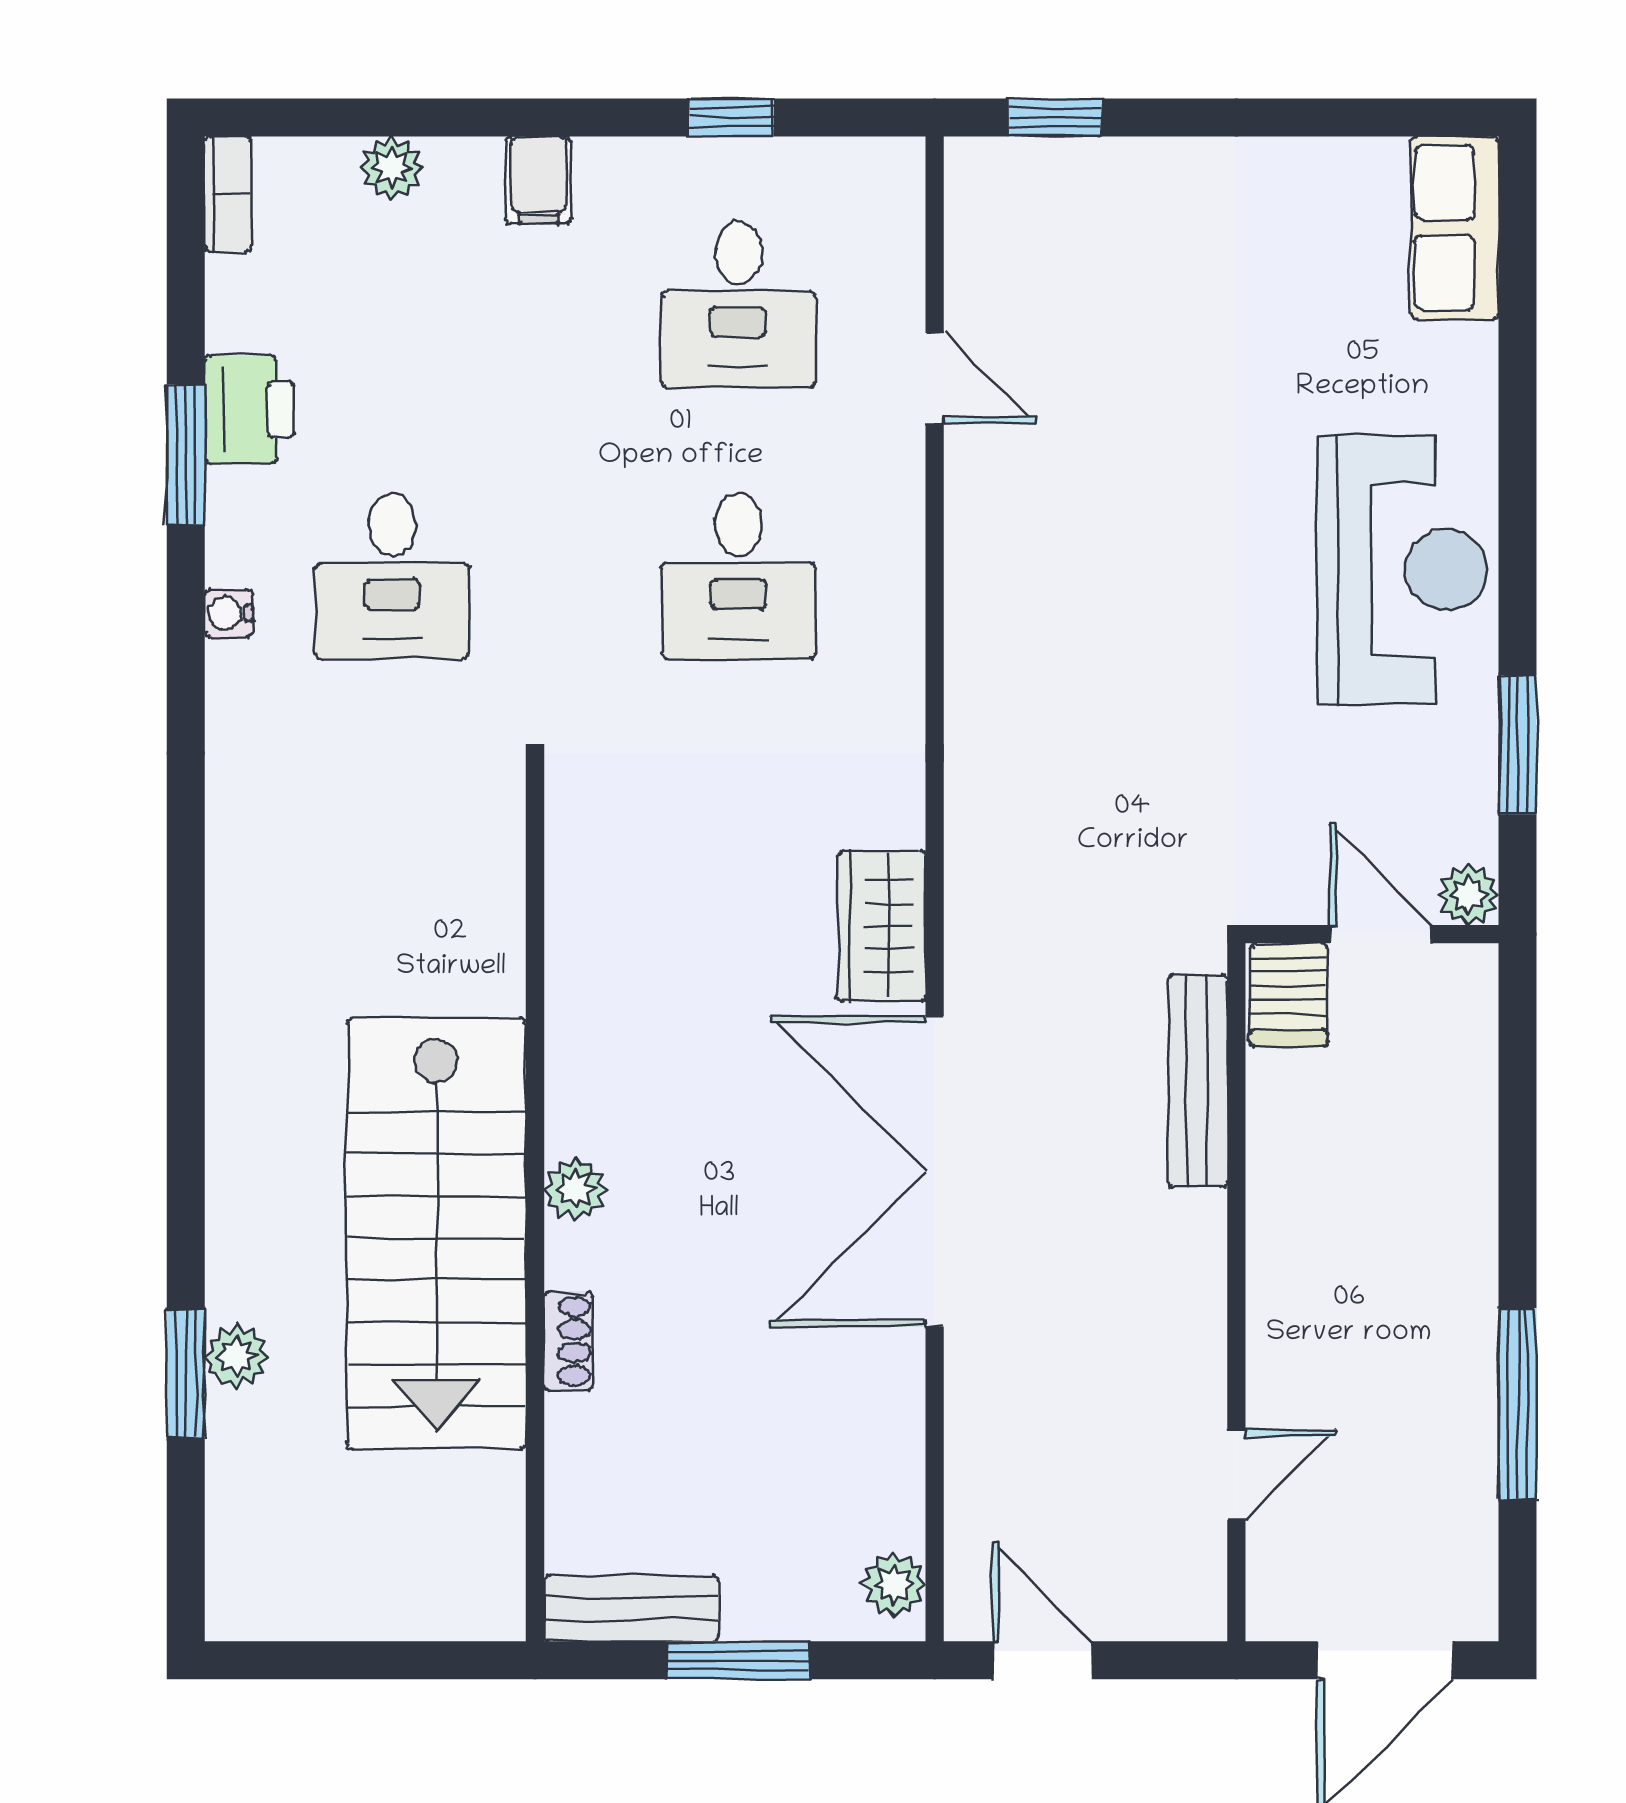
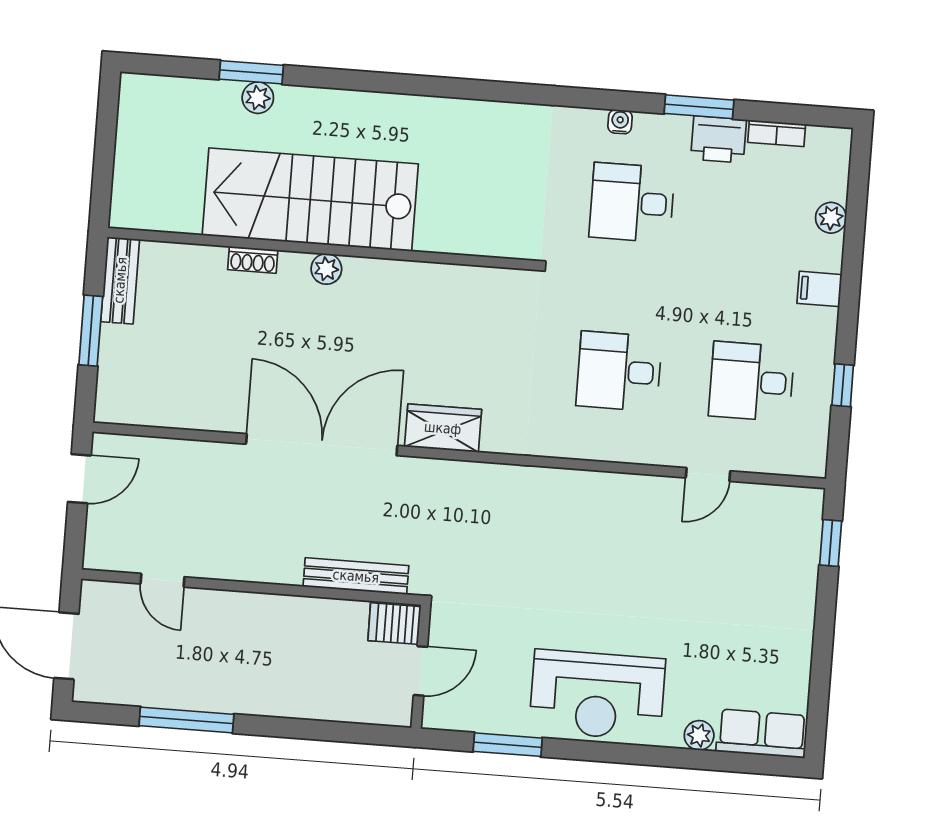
bookcase: (228, 194) -> (777, 133), moved
plant: (1469, 895) -> (699, 735), moved
plant: (894, 1585) -> (122, 409), removed

